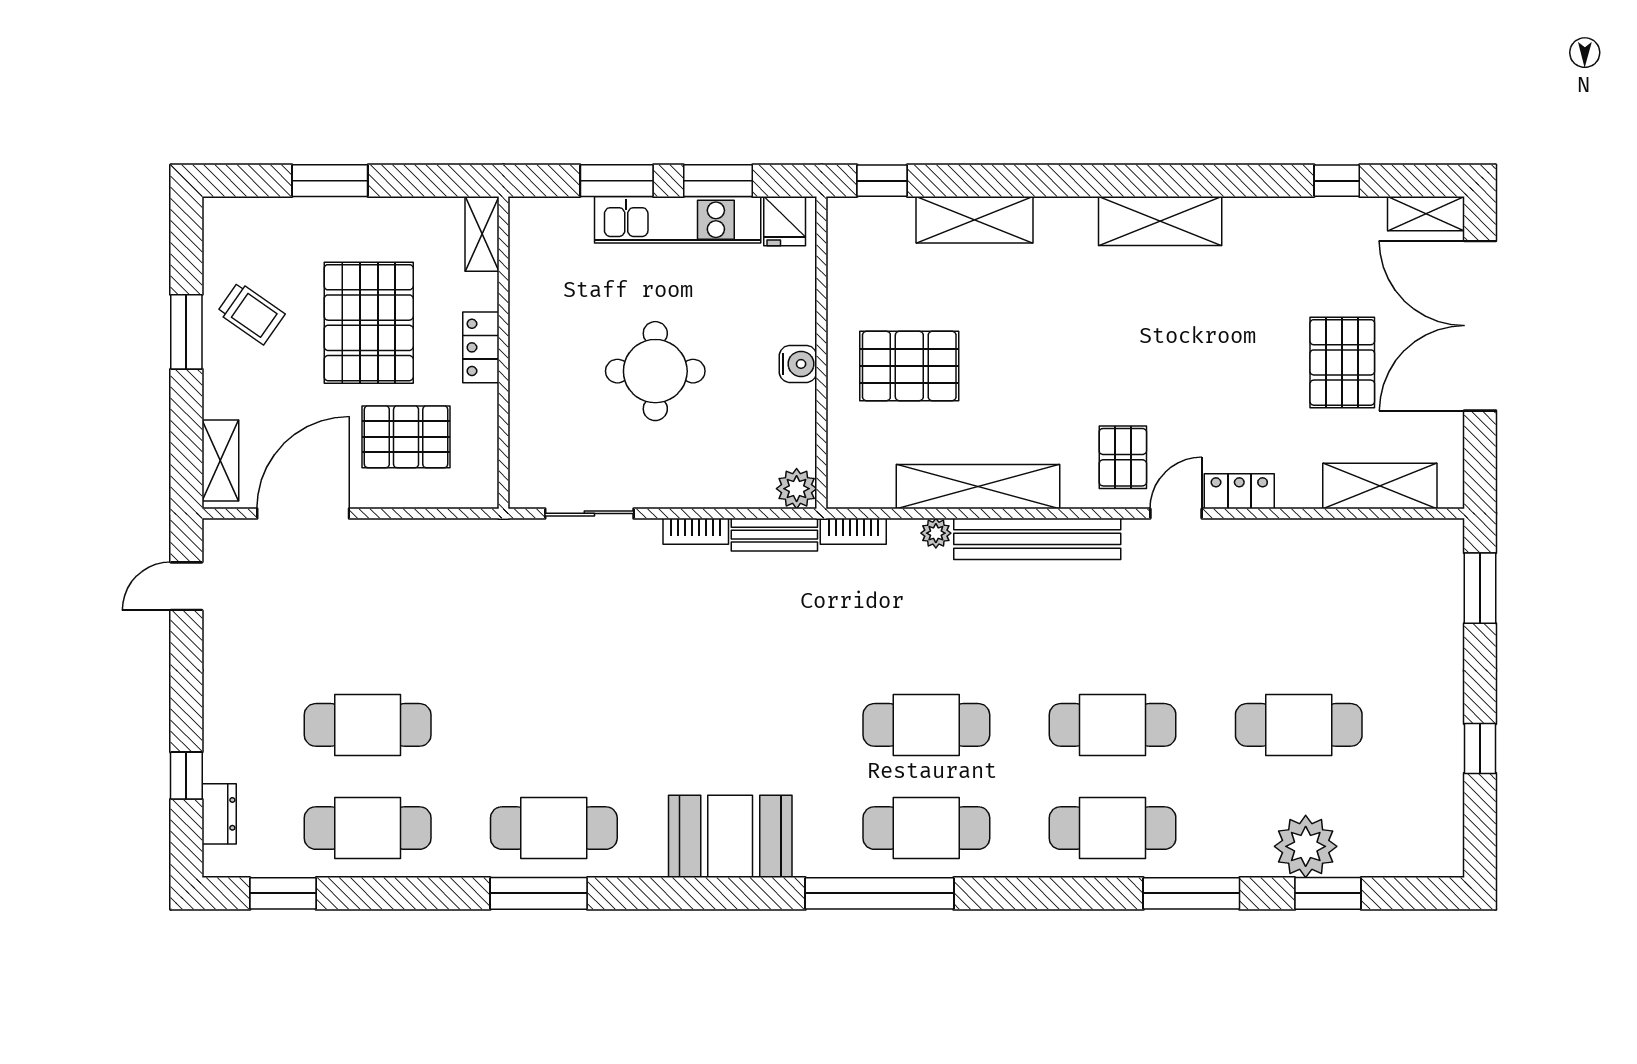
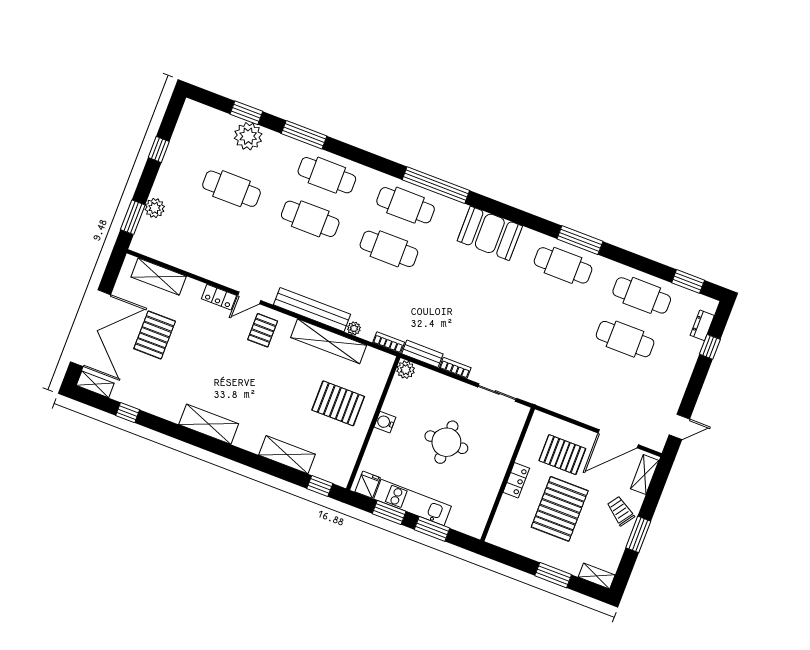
shelving: (482, 234) -> (597, 576), moved, turned 90
trolley: (251, 313) -> (620, 511), moved
plant: (1442, 625) -> (155, 208), added

